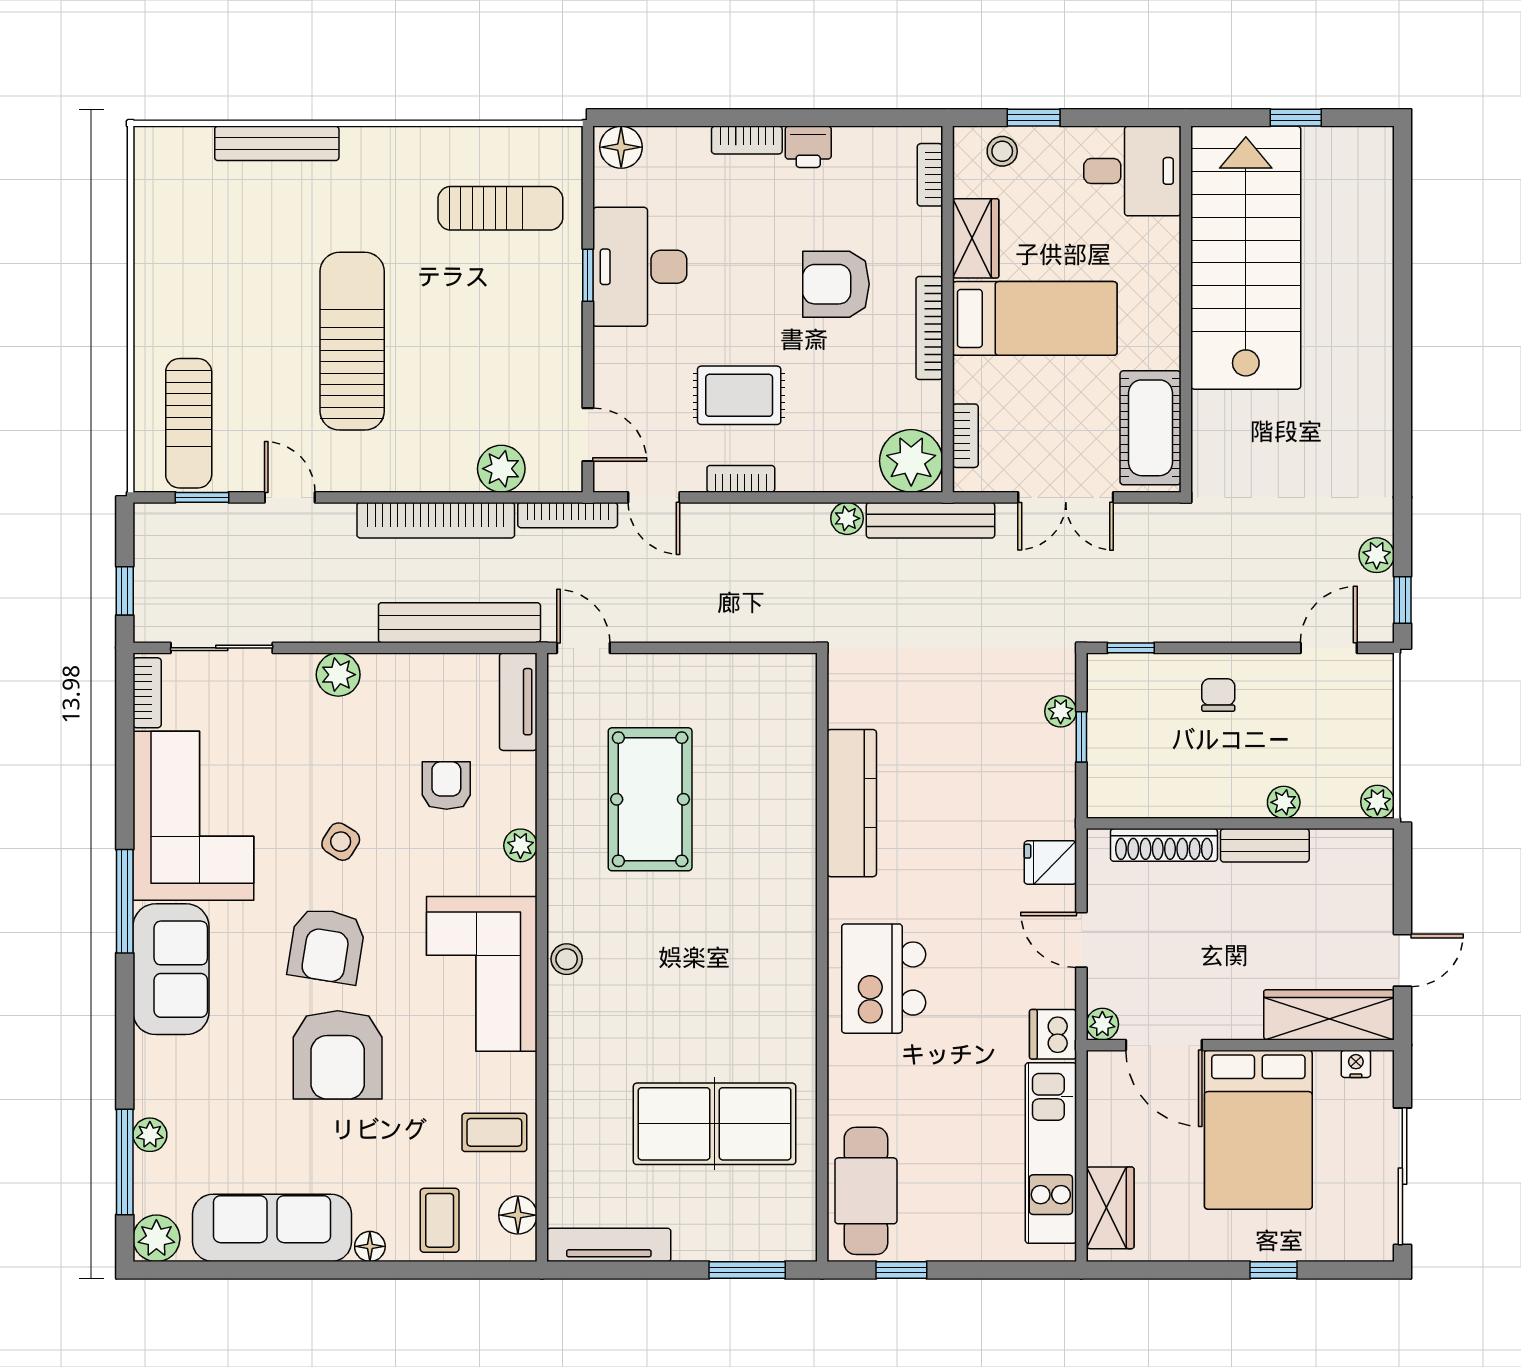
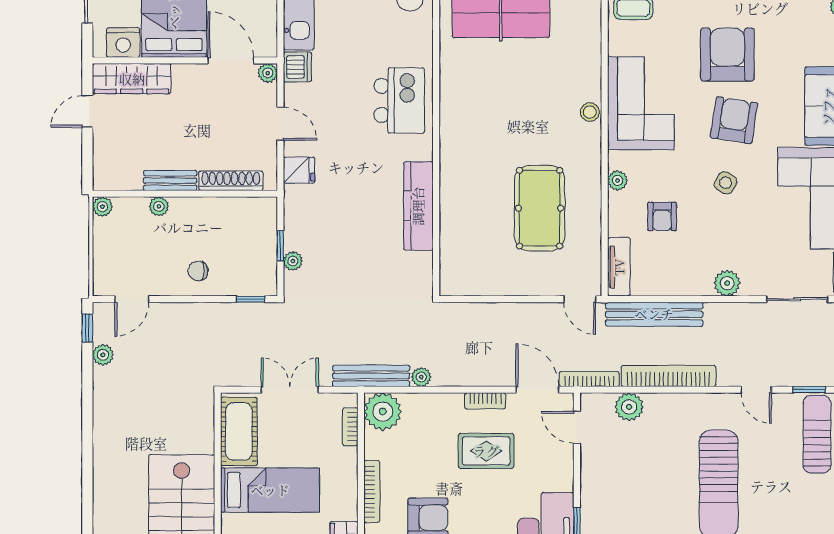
bed: (1035, 318) -> (270, 490), moved, turned 180
door: (654, 497) -> (537, 390), width x1.38
chair: (1218, 695) -> (198, 271), turned 90
nightstand: (1356, 1064) -> (123, 43), width x1.89, depth x1.79

